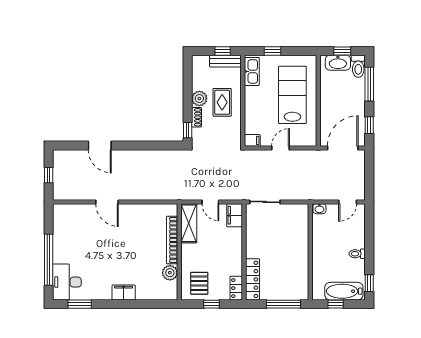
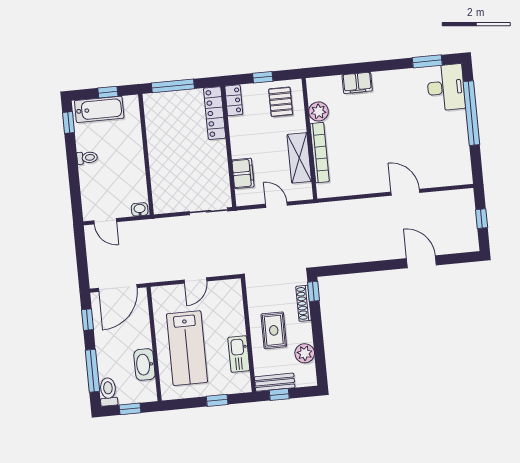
washbasin: (338, 63) -> (144, 365), moved, turned -90
kitchen sink: (252, 71) -> (239, 354), moved
plant: (199, 98) -> (305, 353), moved
shoe rack: (196, 117) -> (303, 303), width x1.43
filing cabinet: (252, 140) -> (232, 286), removed
door: (348, 202) -> (105, 221), swing flipped
filing cabinet: (235, 215) -> (243, 173), moved
shelving: (189, 223) -> (299, 158), moved
filing cabinet: (124, 292) -> (357, 83), moved

